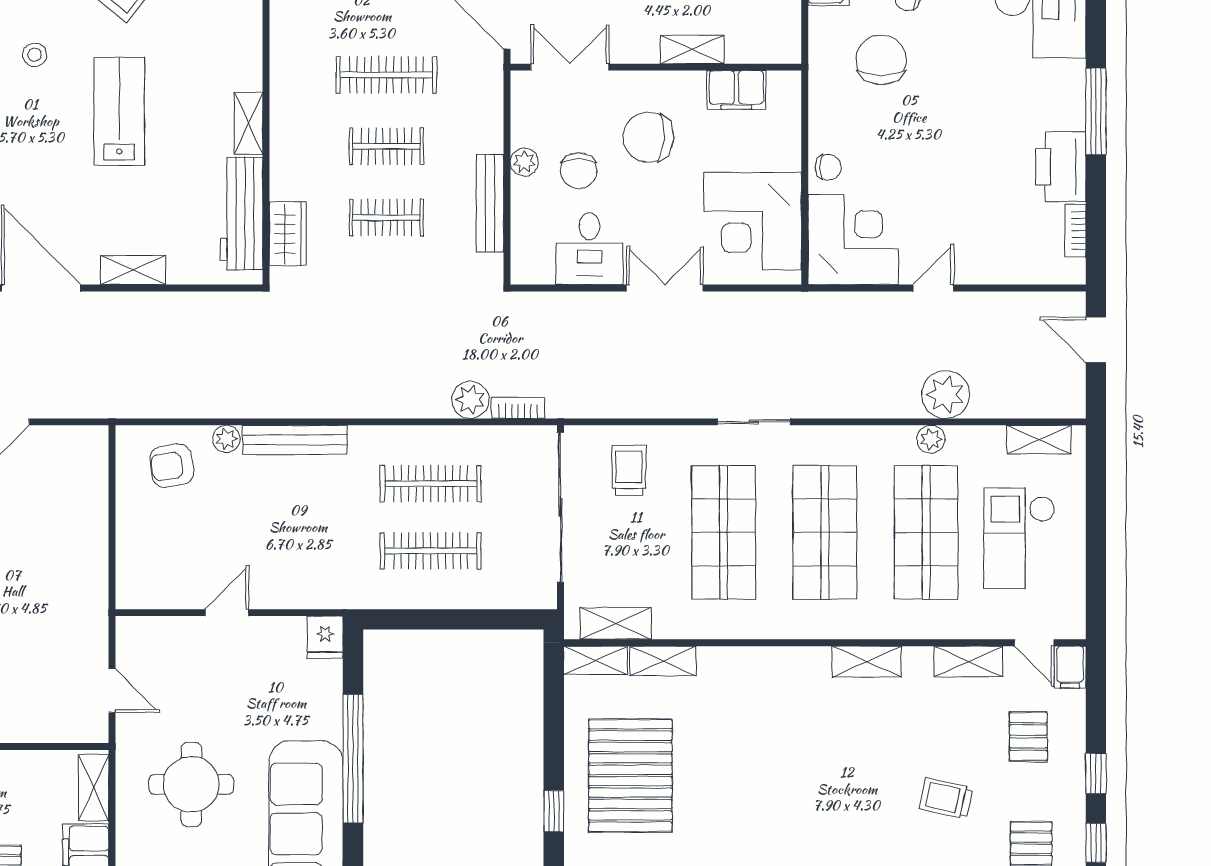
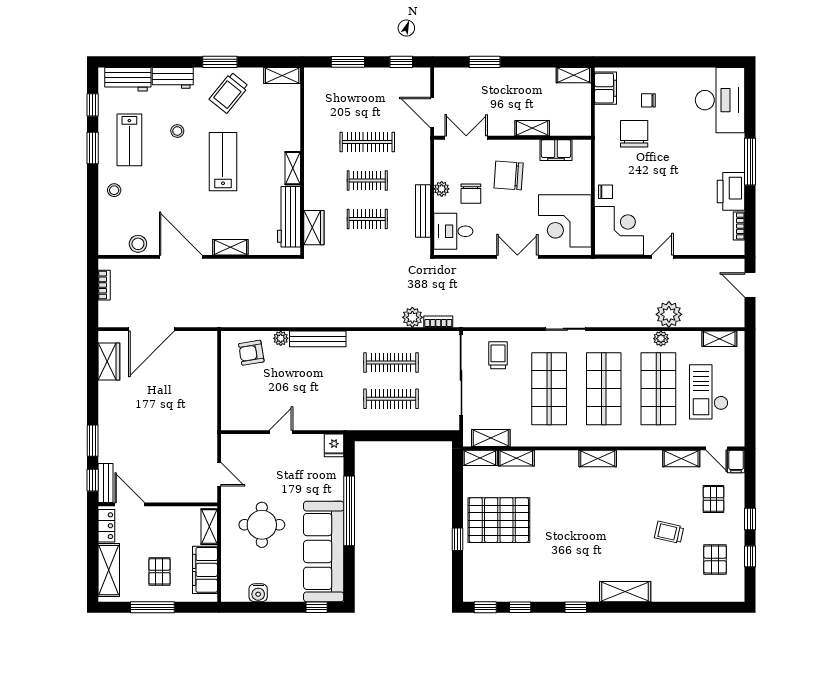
desk: (589, 249) -> (453, 231), moved, turned 90
shelving: (867, 662) -> (598, 459), moved
pallet: (630, 776) -> (499, 520), turned 90

